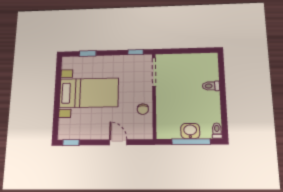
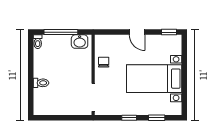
window: (136, 52) -> (129, 118), moved
washbasin: (190, 131) -> (80, 42), moved
door: (118, 142) -> (137, 32), moved

